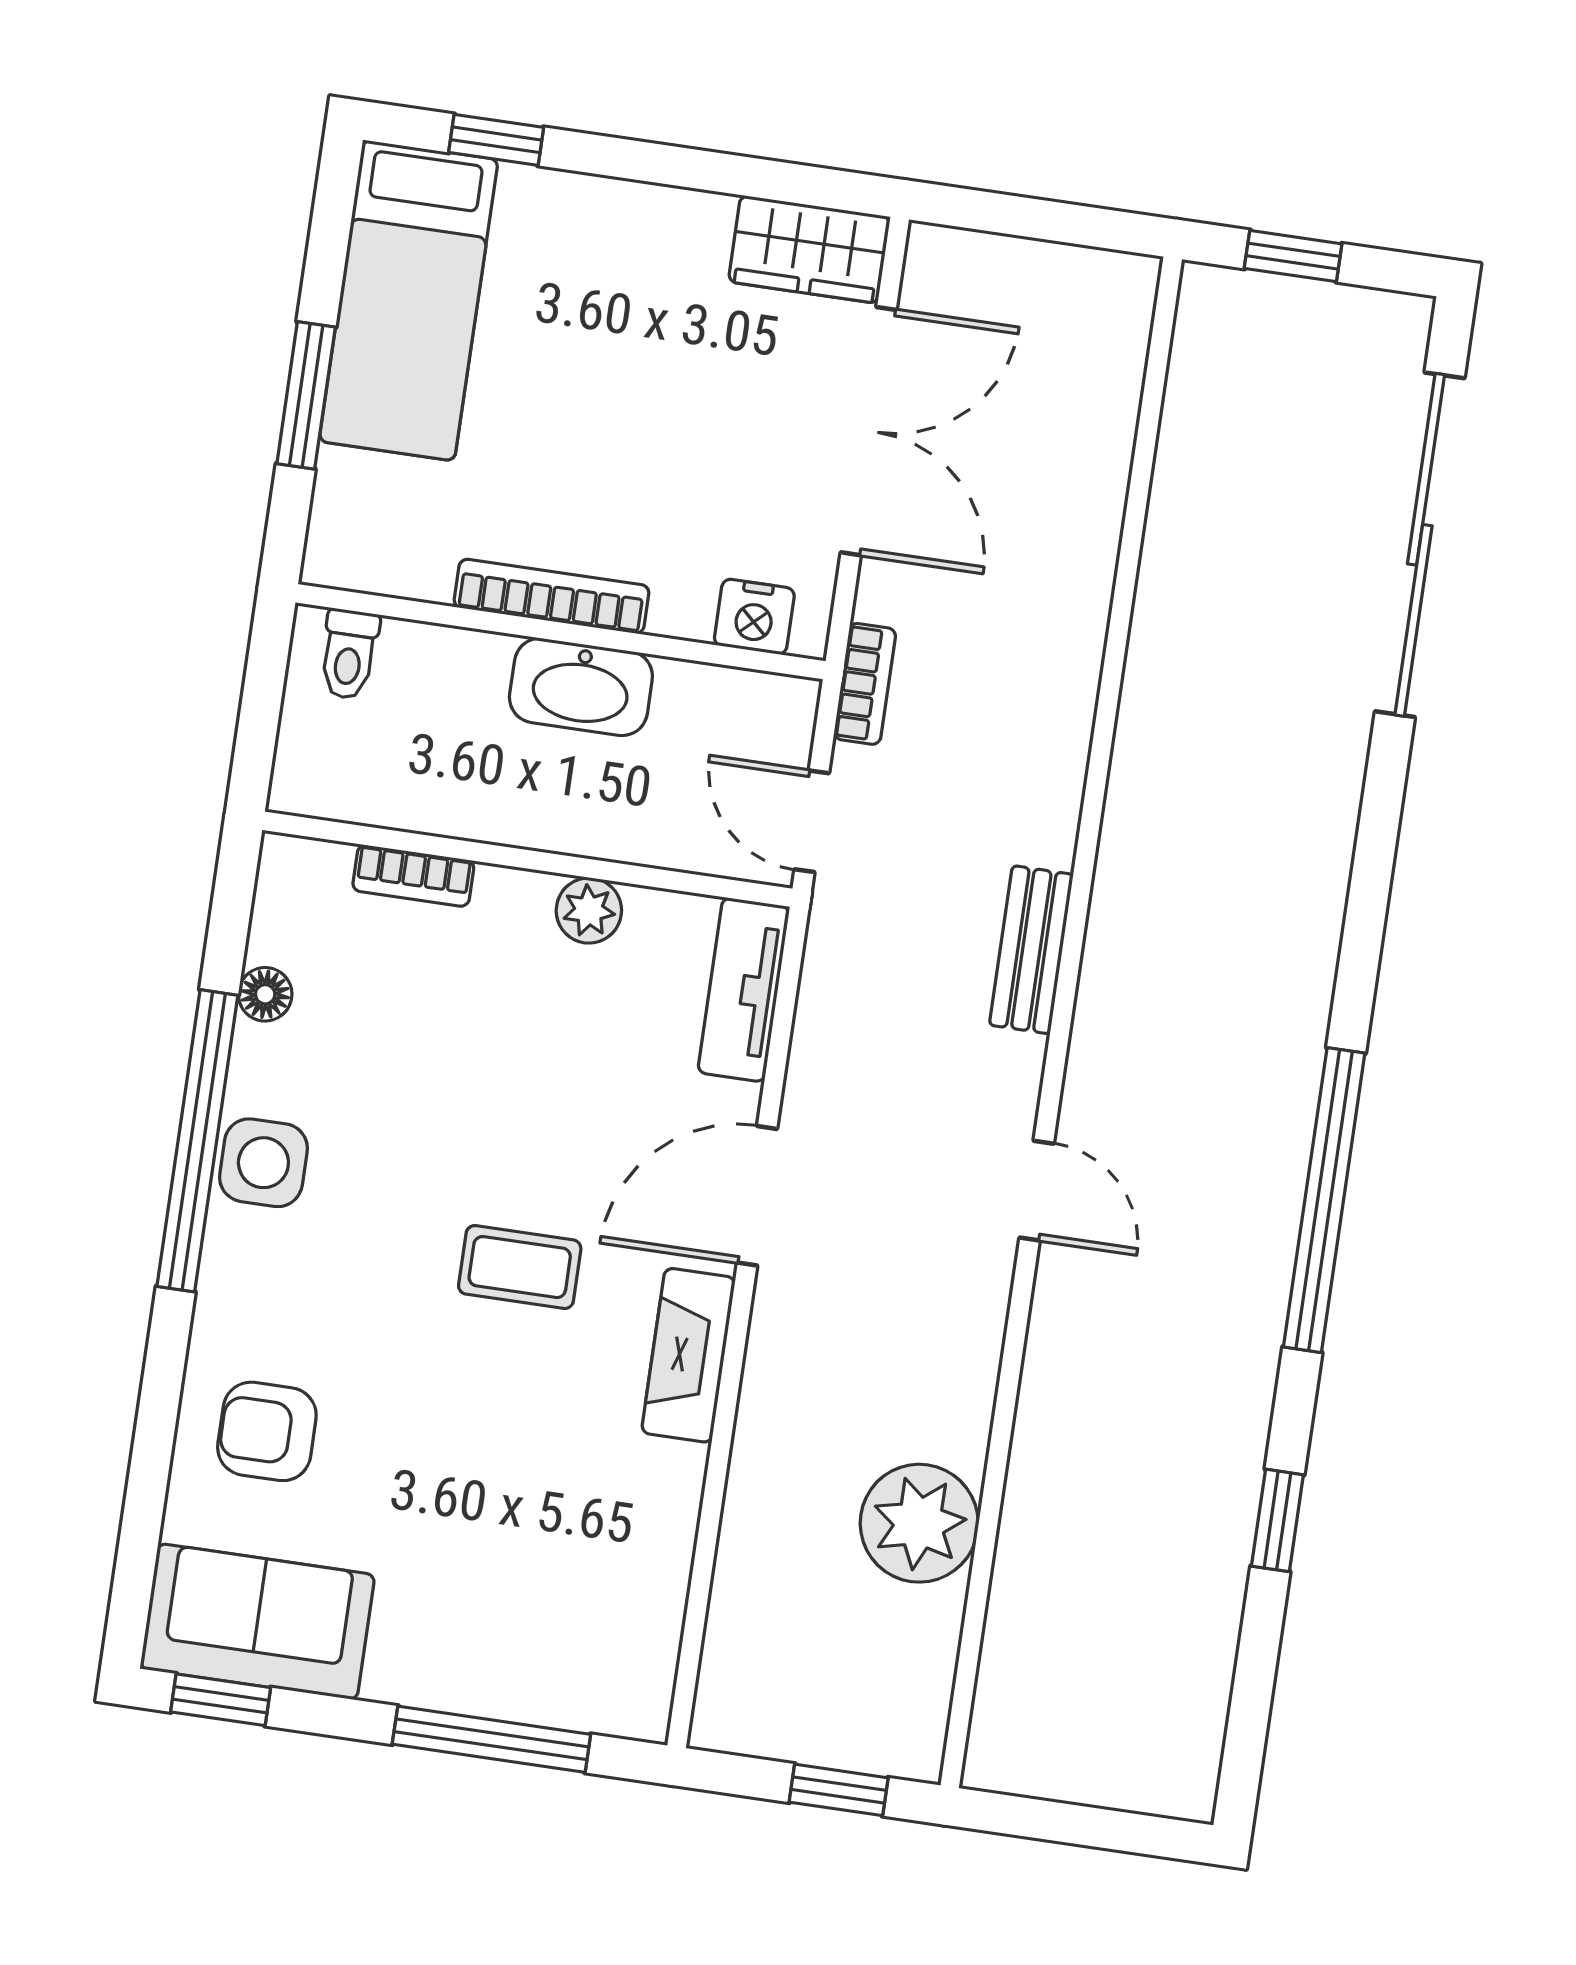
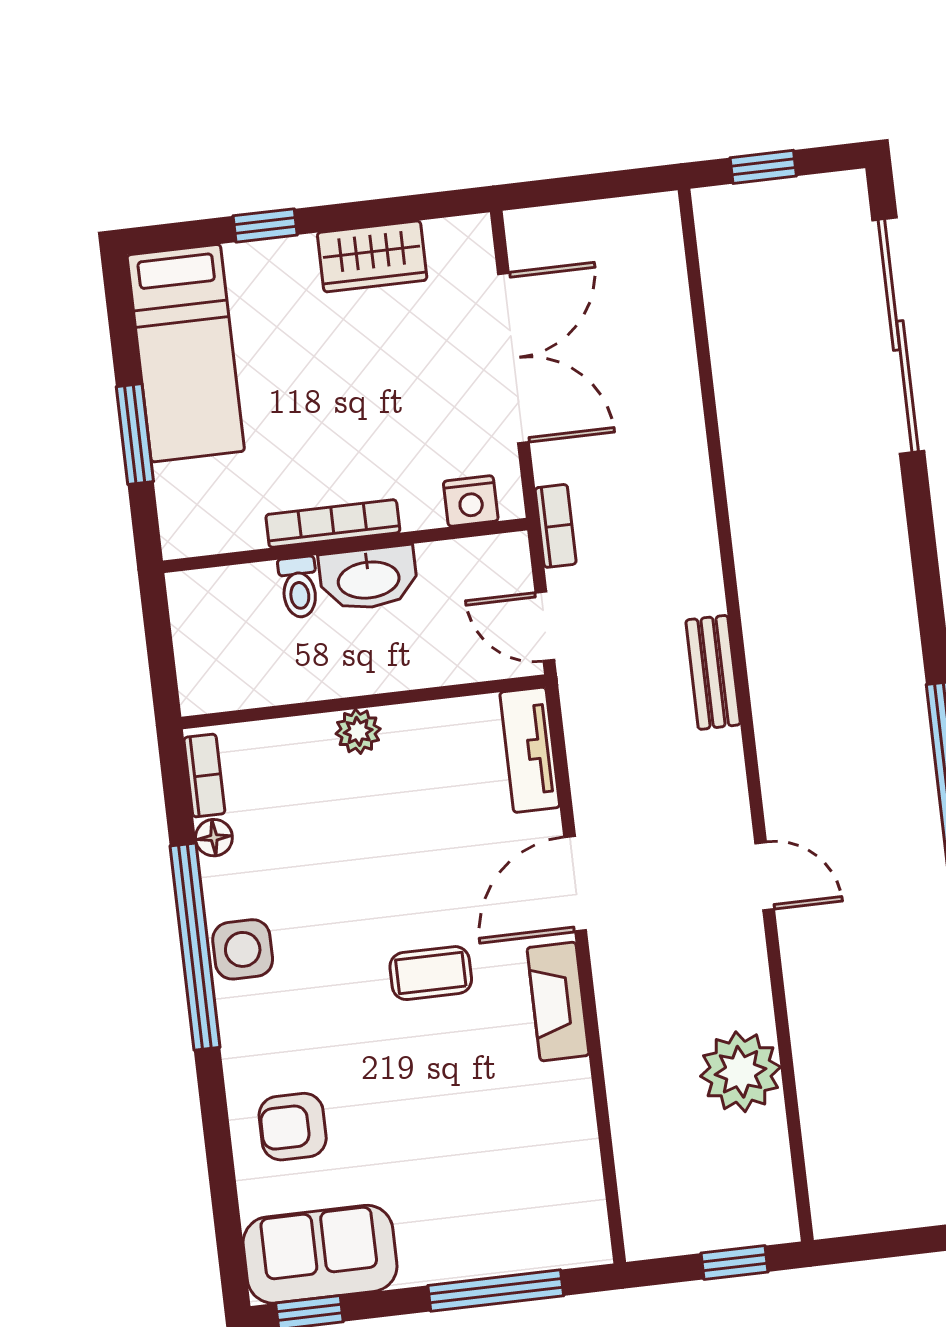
window: (496, 140) -> (265, 225), moved
wardrobe: (809, 249) -> (372, 256), moved
toilet: (349, 654) -> (299, 587), moved
bookcase: (413, 876) -> (204, 776), moved, turned -90
plant: (589, 911) -> (358, 731), moved
door: (1037, 1191) -> (765, 876), moved

